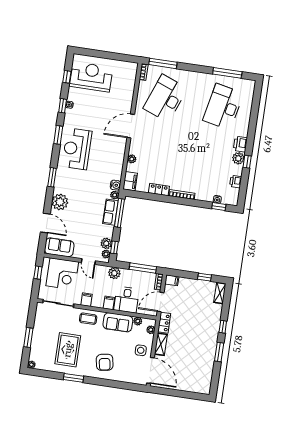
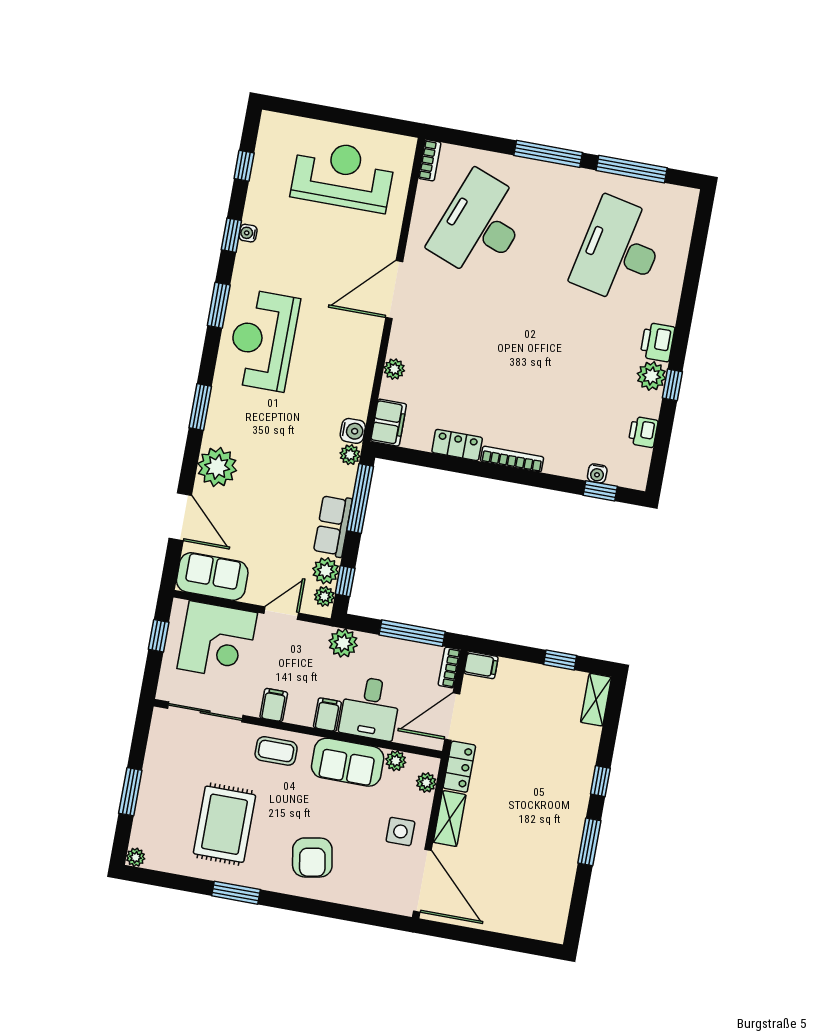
window: (163, 63) -> (548, 154), moved
reception desk: (91, 77) -> (343, 176), moved
row of seats: (110, 212) -> (333, 526), moved
door: (88, 262) -> (281, 613), swing flipped

